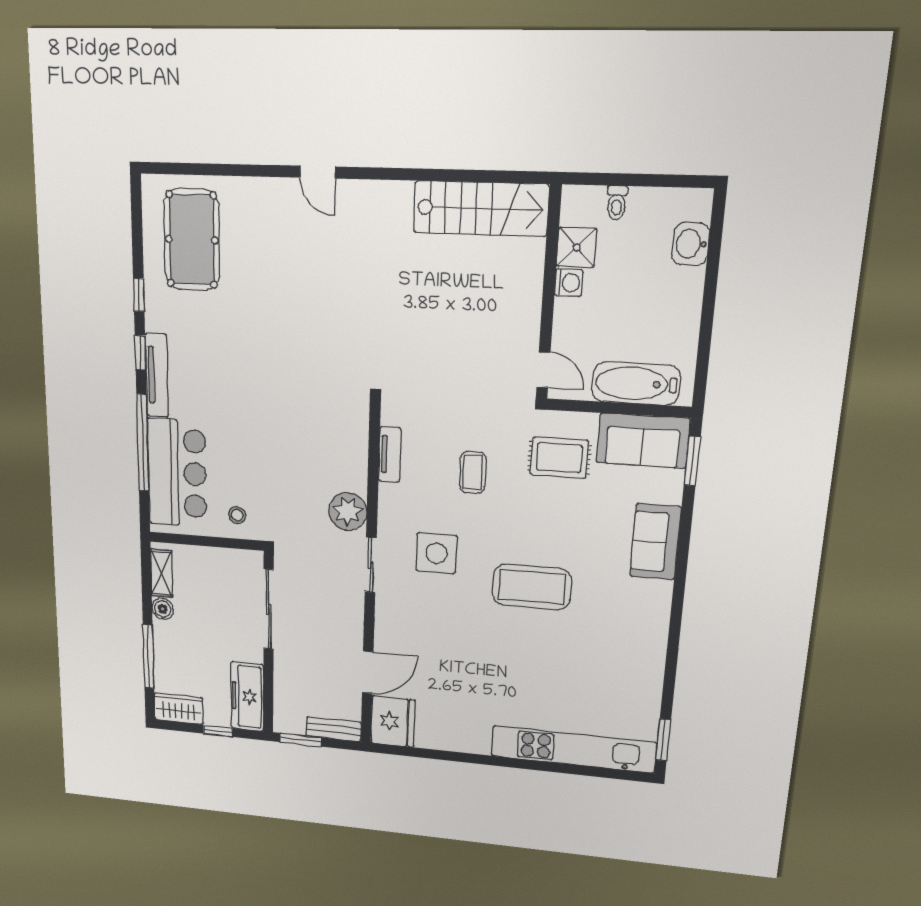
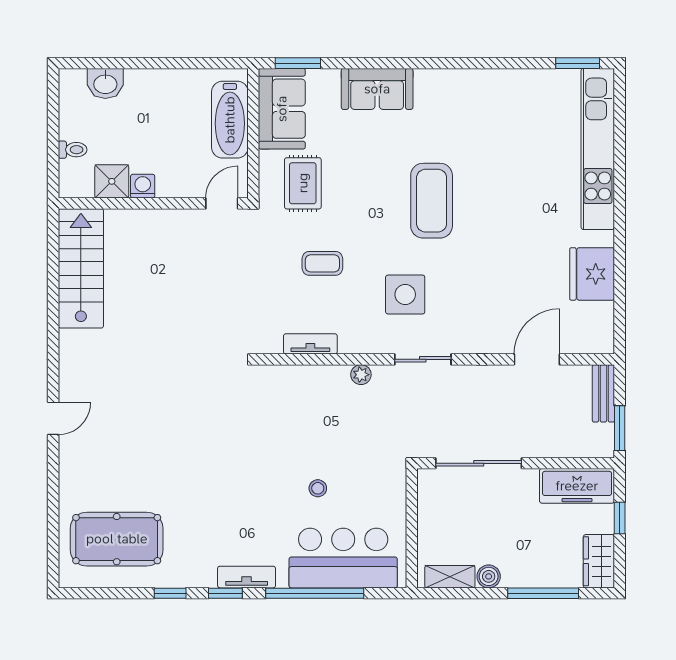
tv unit: (157, 375) -> (247, 577), width x0.71
plant: (348, 511) -> (361, 375), width x0.53, depth x0.53
stool: (237, 515) -> (318, 488), moved
door: (368, 672) -> (537, 359), hinge flipped
fridge: (393, 722) -> (592, 274), moved, turned -90

